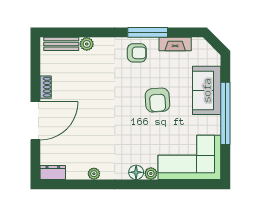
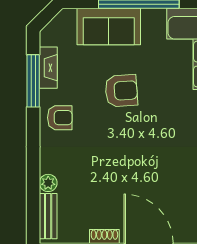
window: (148, 32) -> (33, 81), moved
armchair: (137, 53) -> (60, 118), turned 90

